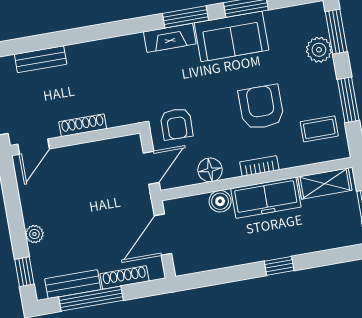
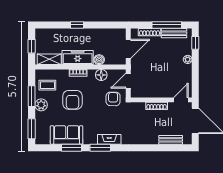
sofa: (232, 36) -> (67, 135), moved
plant: (319, 50) -> (41, 105), moved

